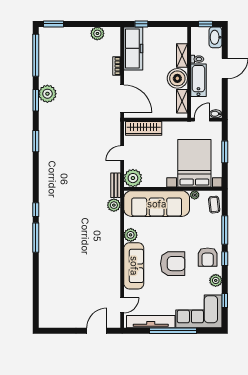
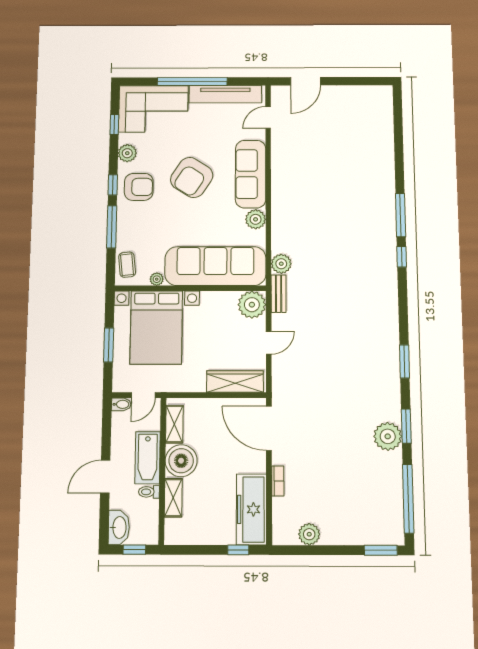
armchair: (208, 257) -> (139, 187), turned 90
armchair: (173, 264) -> (192, 177), turned -57

